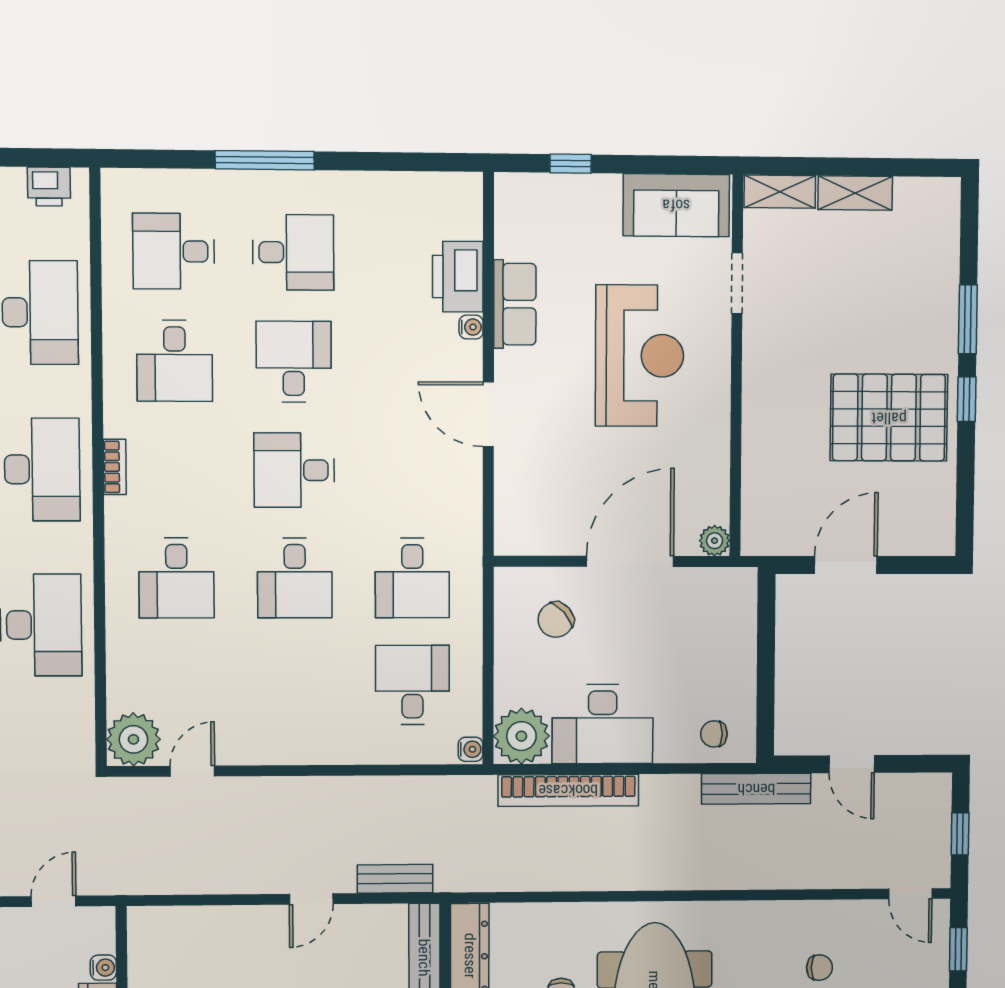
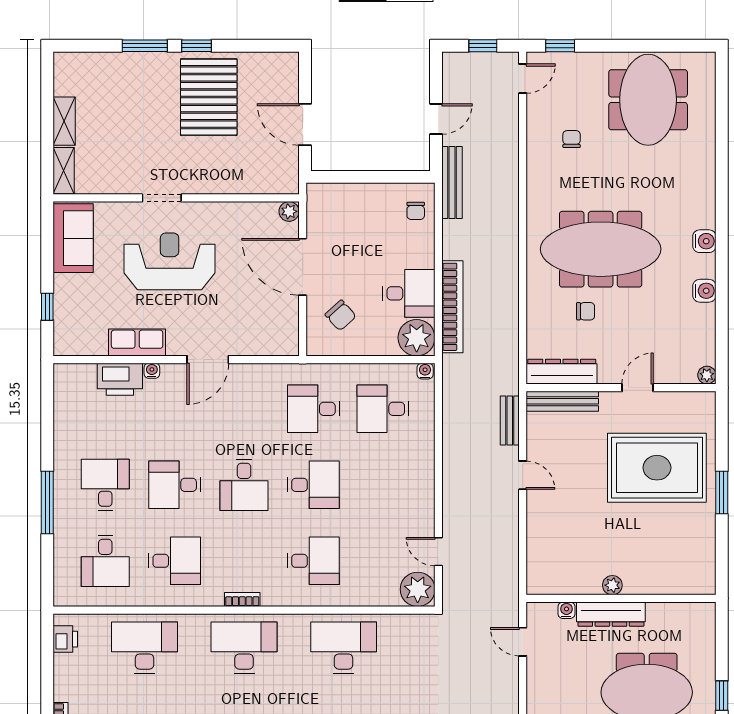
doorway: (737, 283) -> (162, 198), moved
desk: (412, 578) -> (313, 409), turned 180
desk: (603, 724) -> (409, 293), width x0.73

